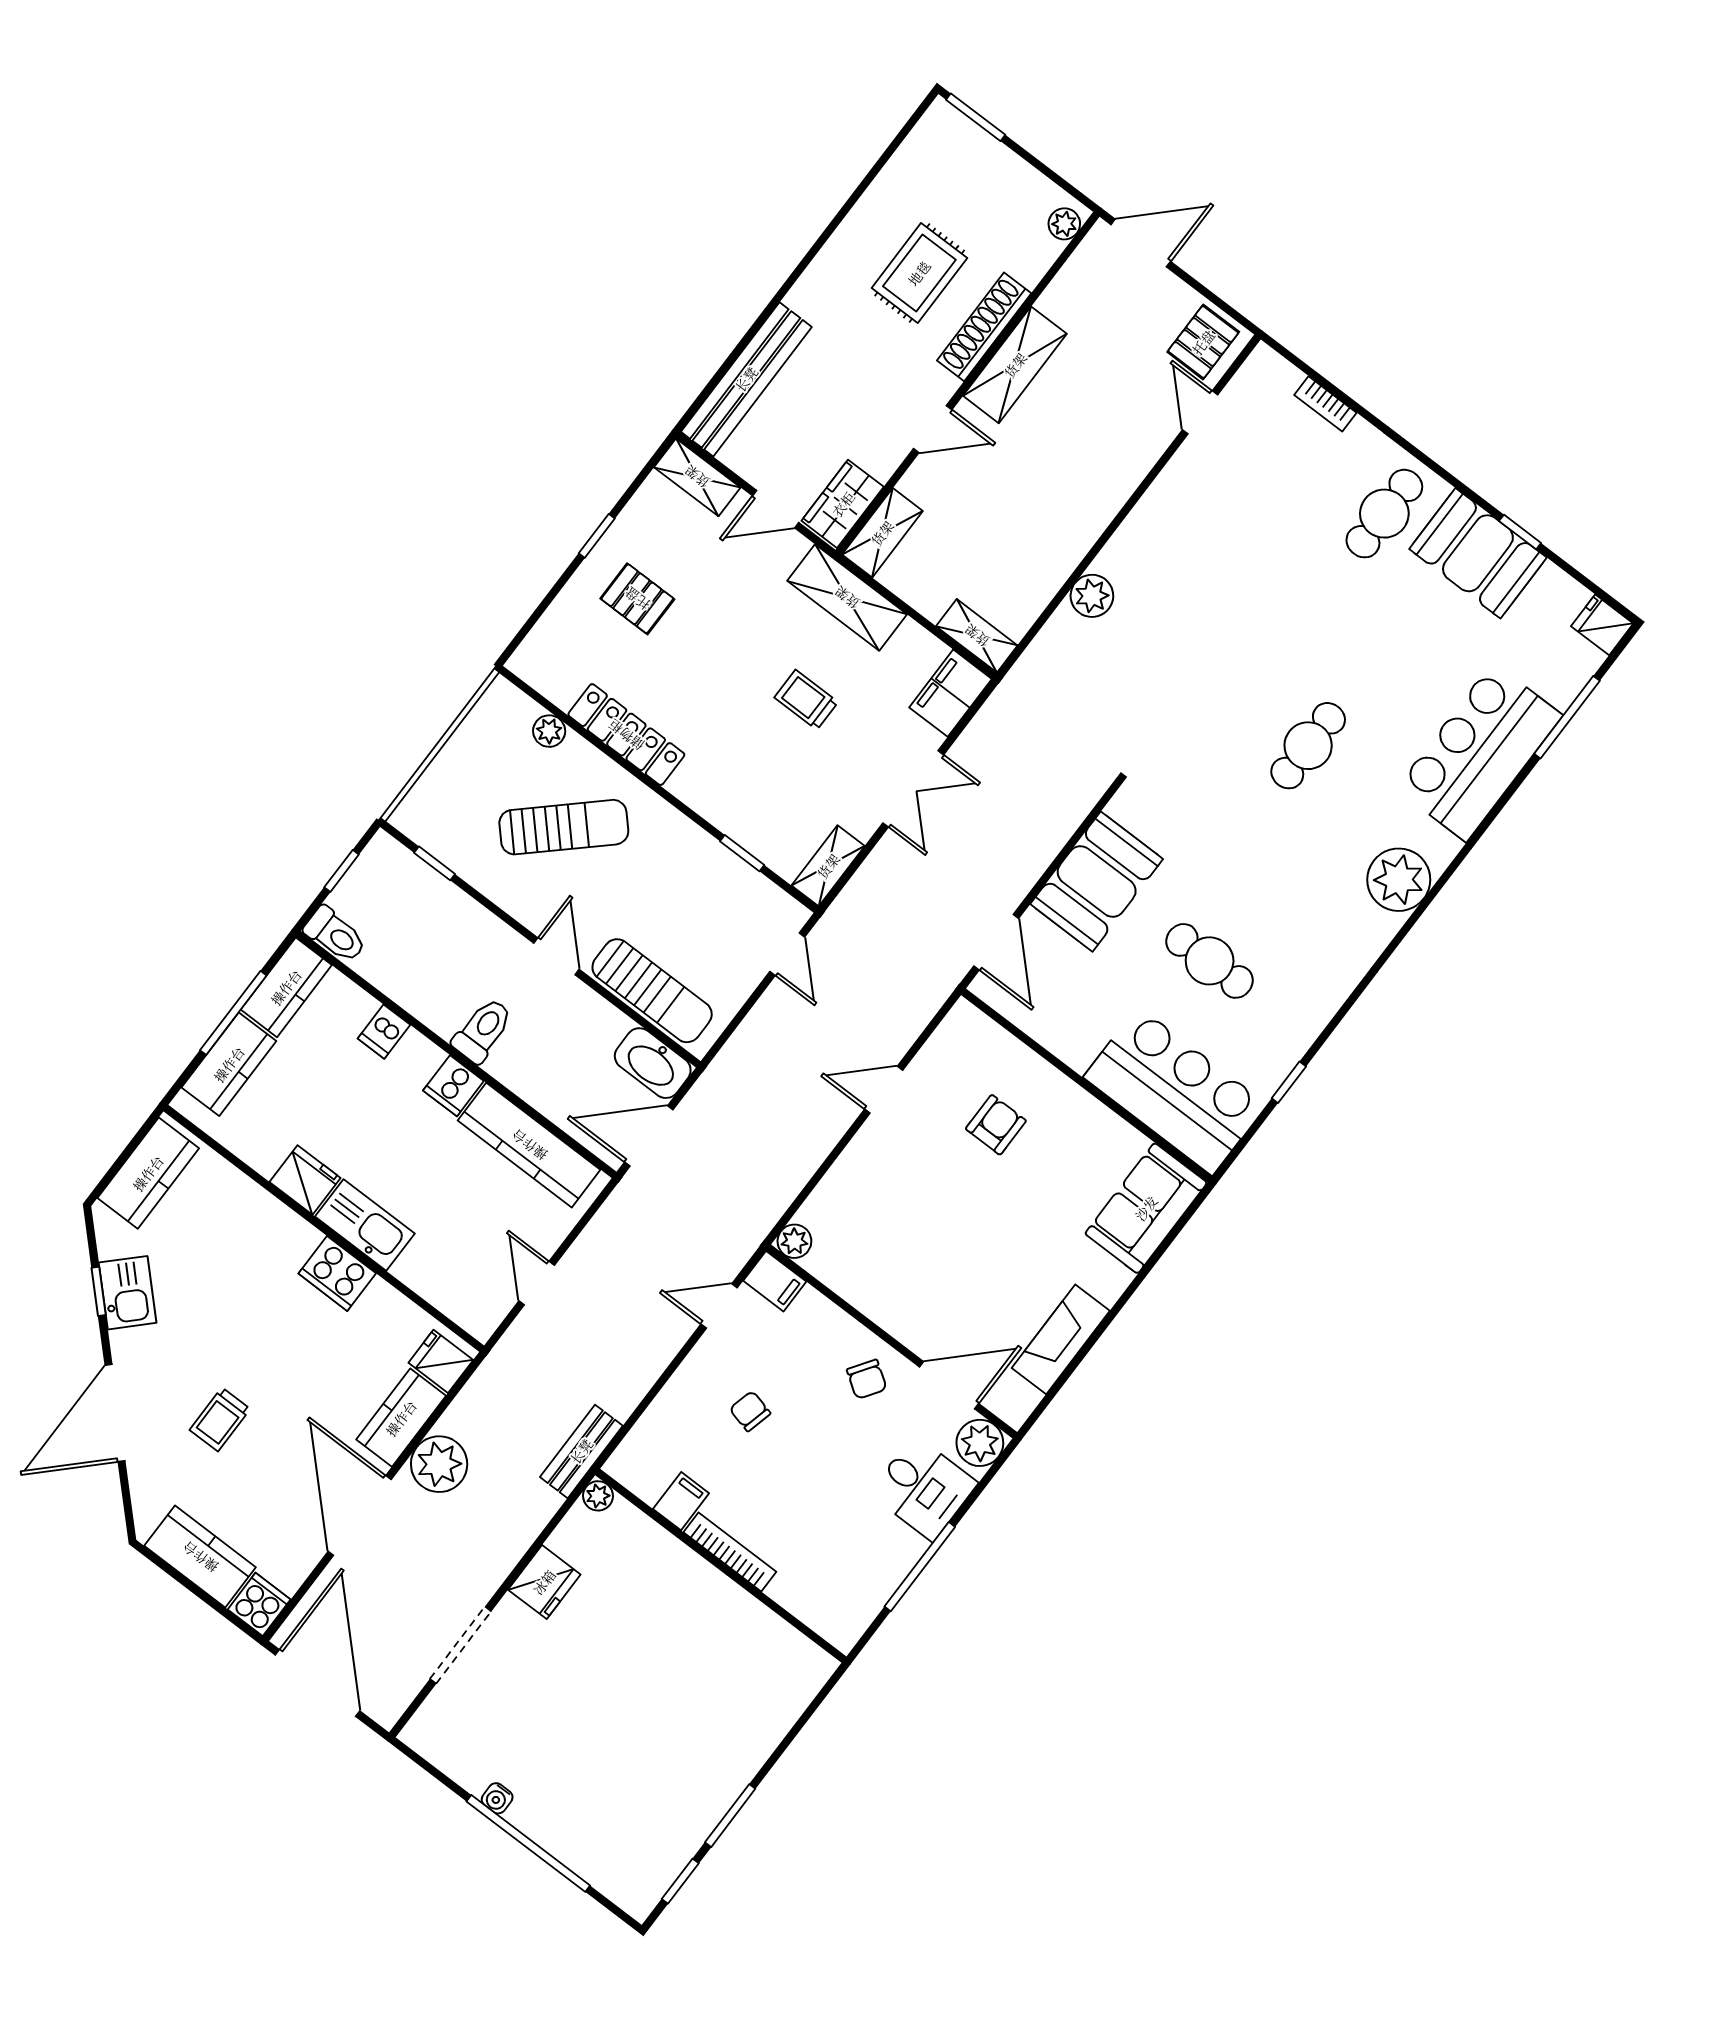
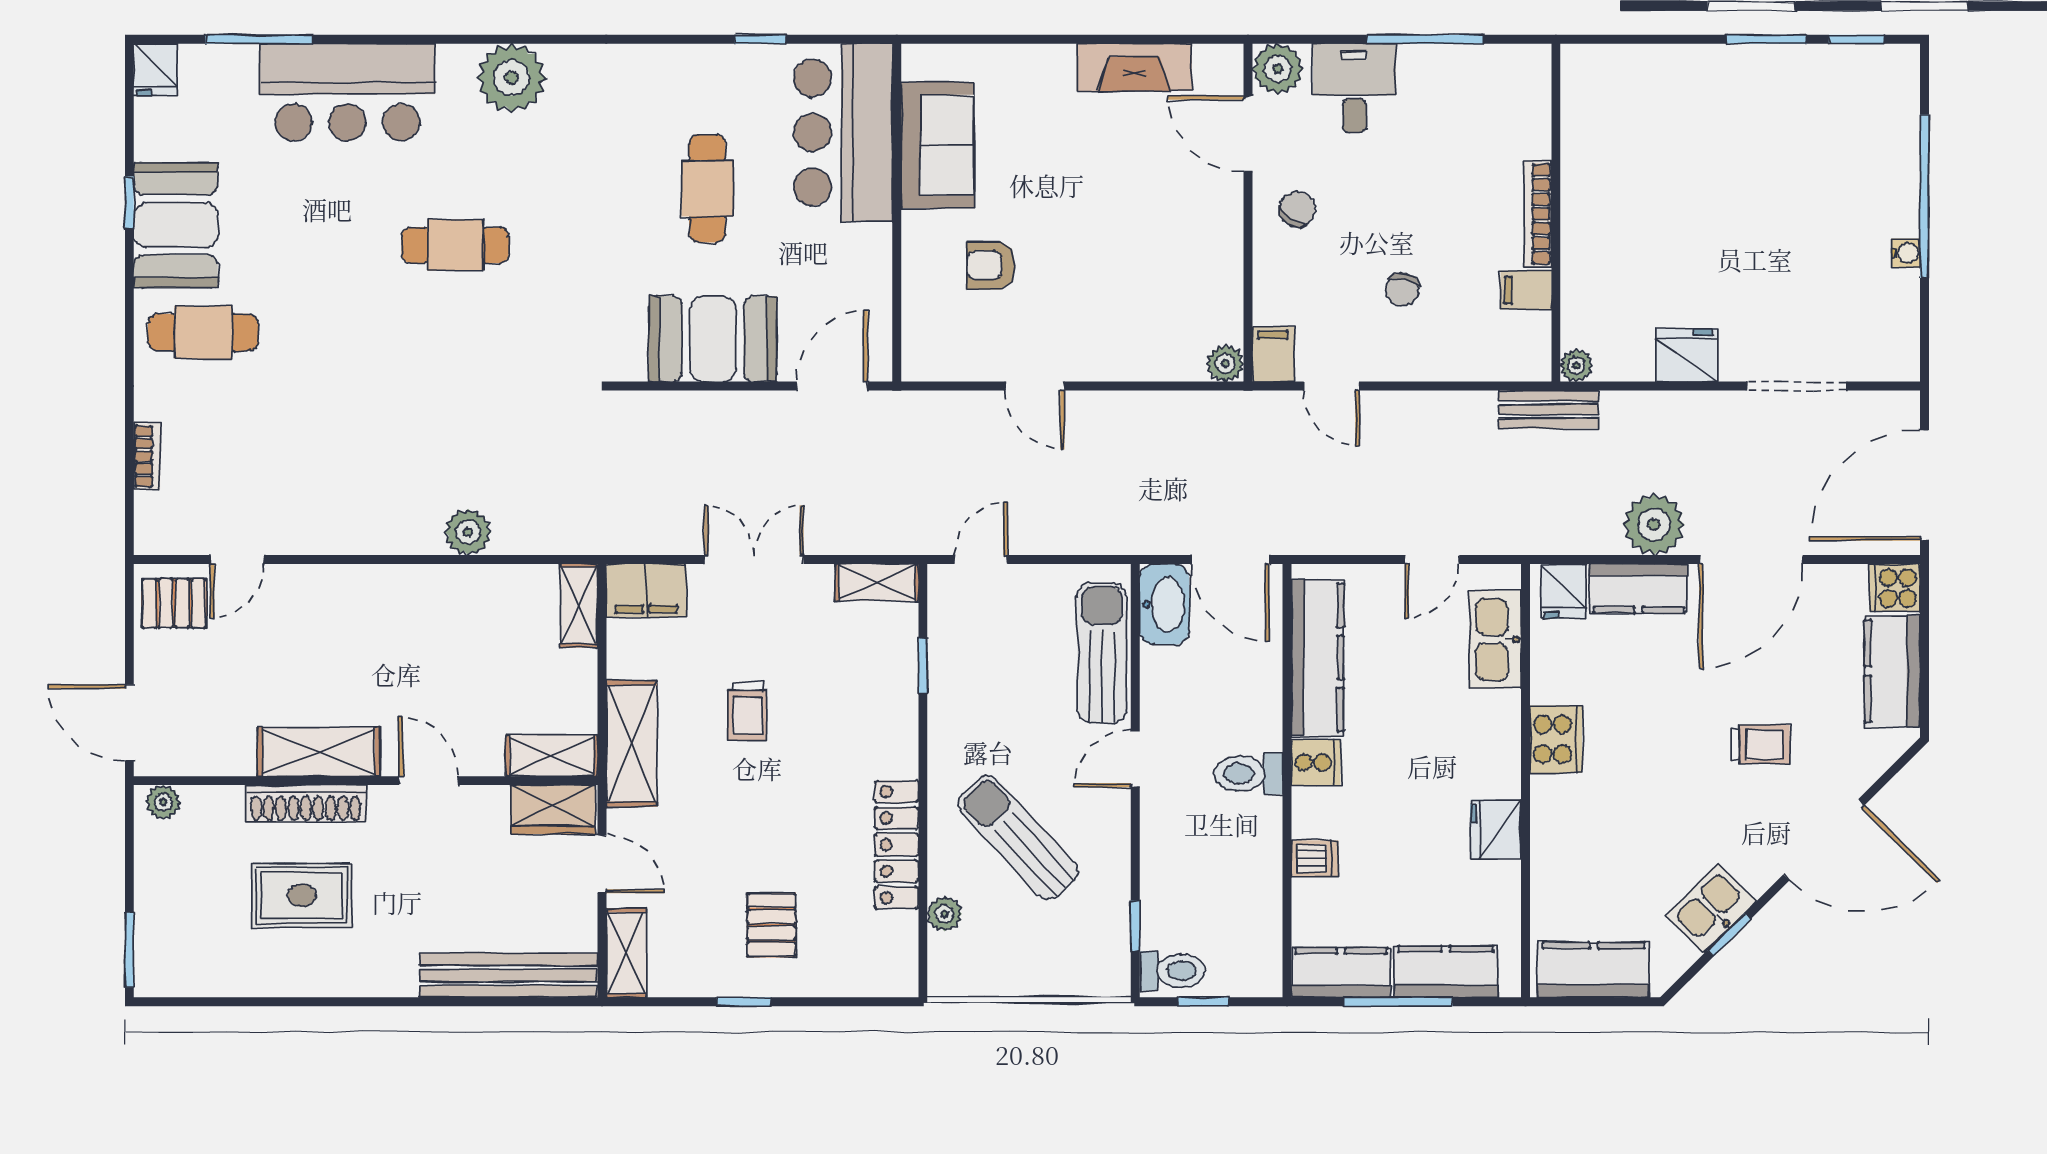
toilet: (335, 935) -> (1172, 971), moved, turned 90
sofa: (1146, 1208) -> (938, 145), moved, turned -90
kitchen sink: (365, 1225) -> (1495, 639), moved

